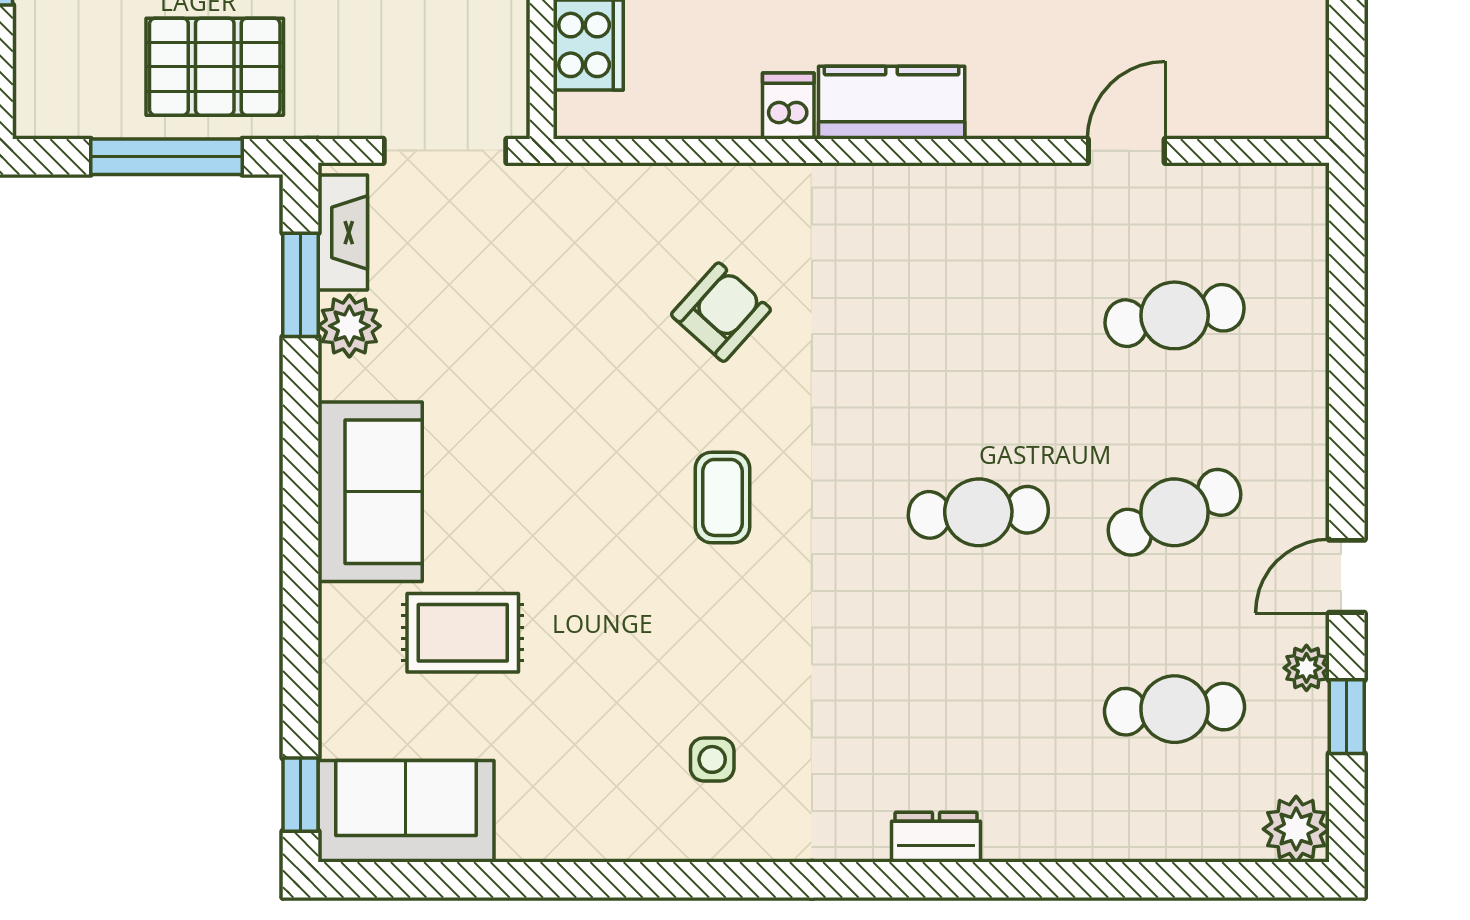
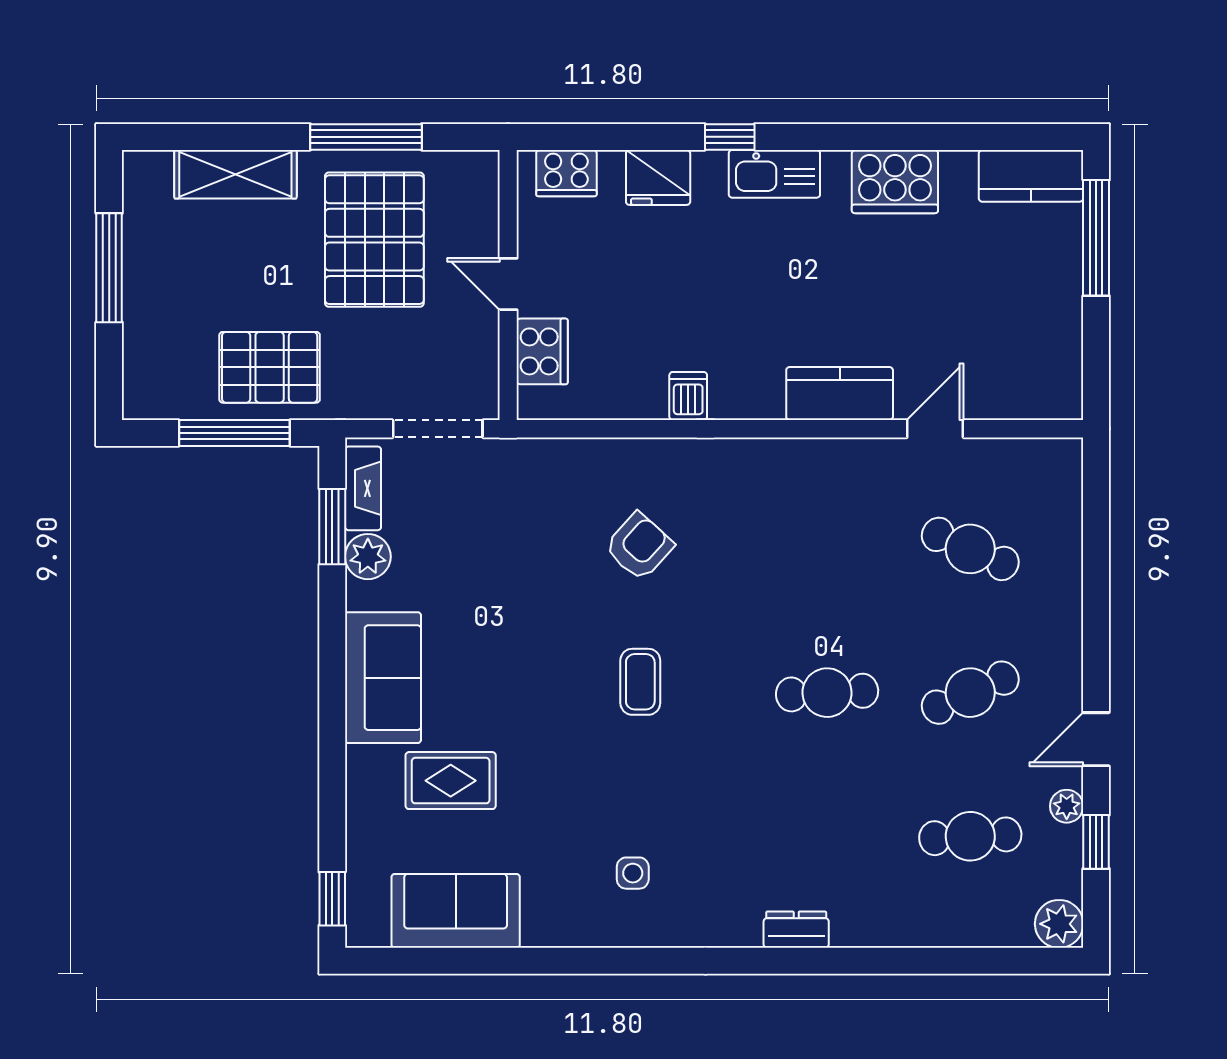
kitchen counter: (892, 103) -> (840, 393), moved
cafe table: (1175, 315) -> (970, 549), turned 33
sofa: (406, 811) -> (456, 911), moved

